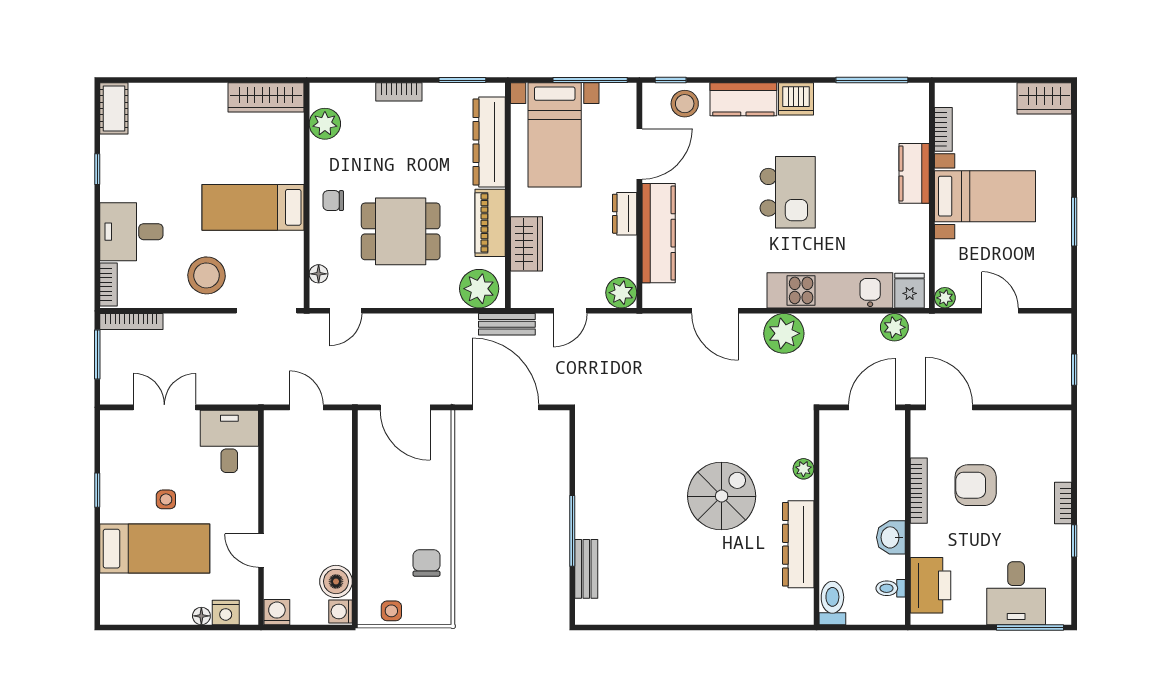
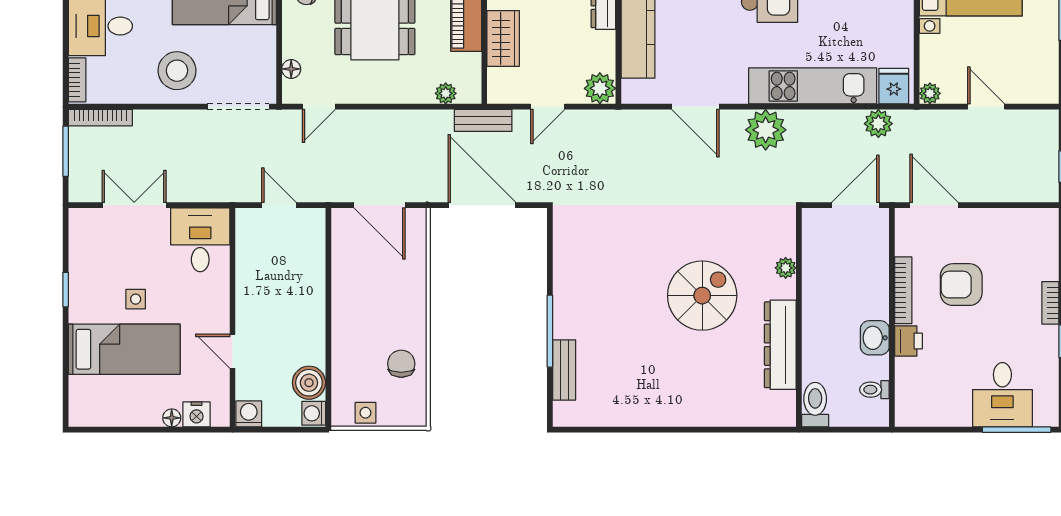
plant: (479, 289) -> (446, 93), width x0.53, depth x0.53
printer: (930, 585) -> (909, 341), moved, width x0.53, depth x0.68

